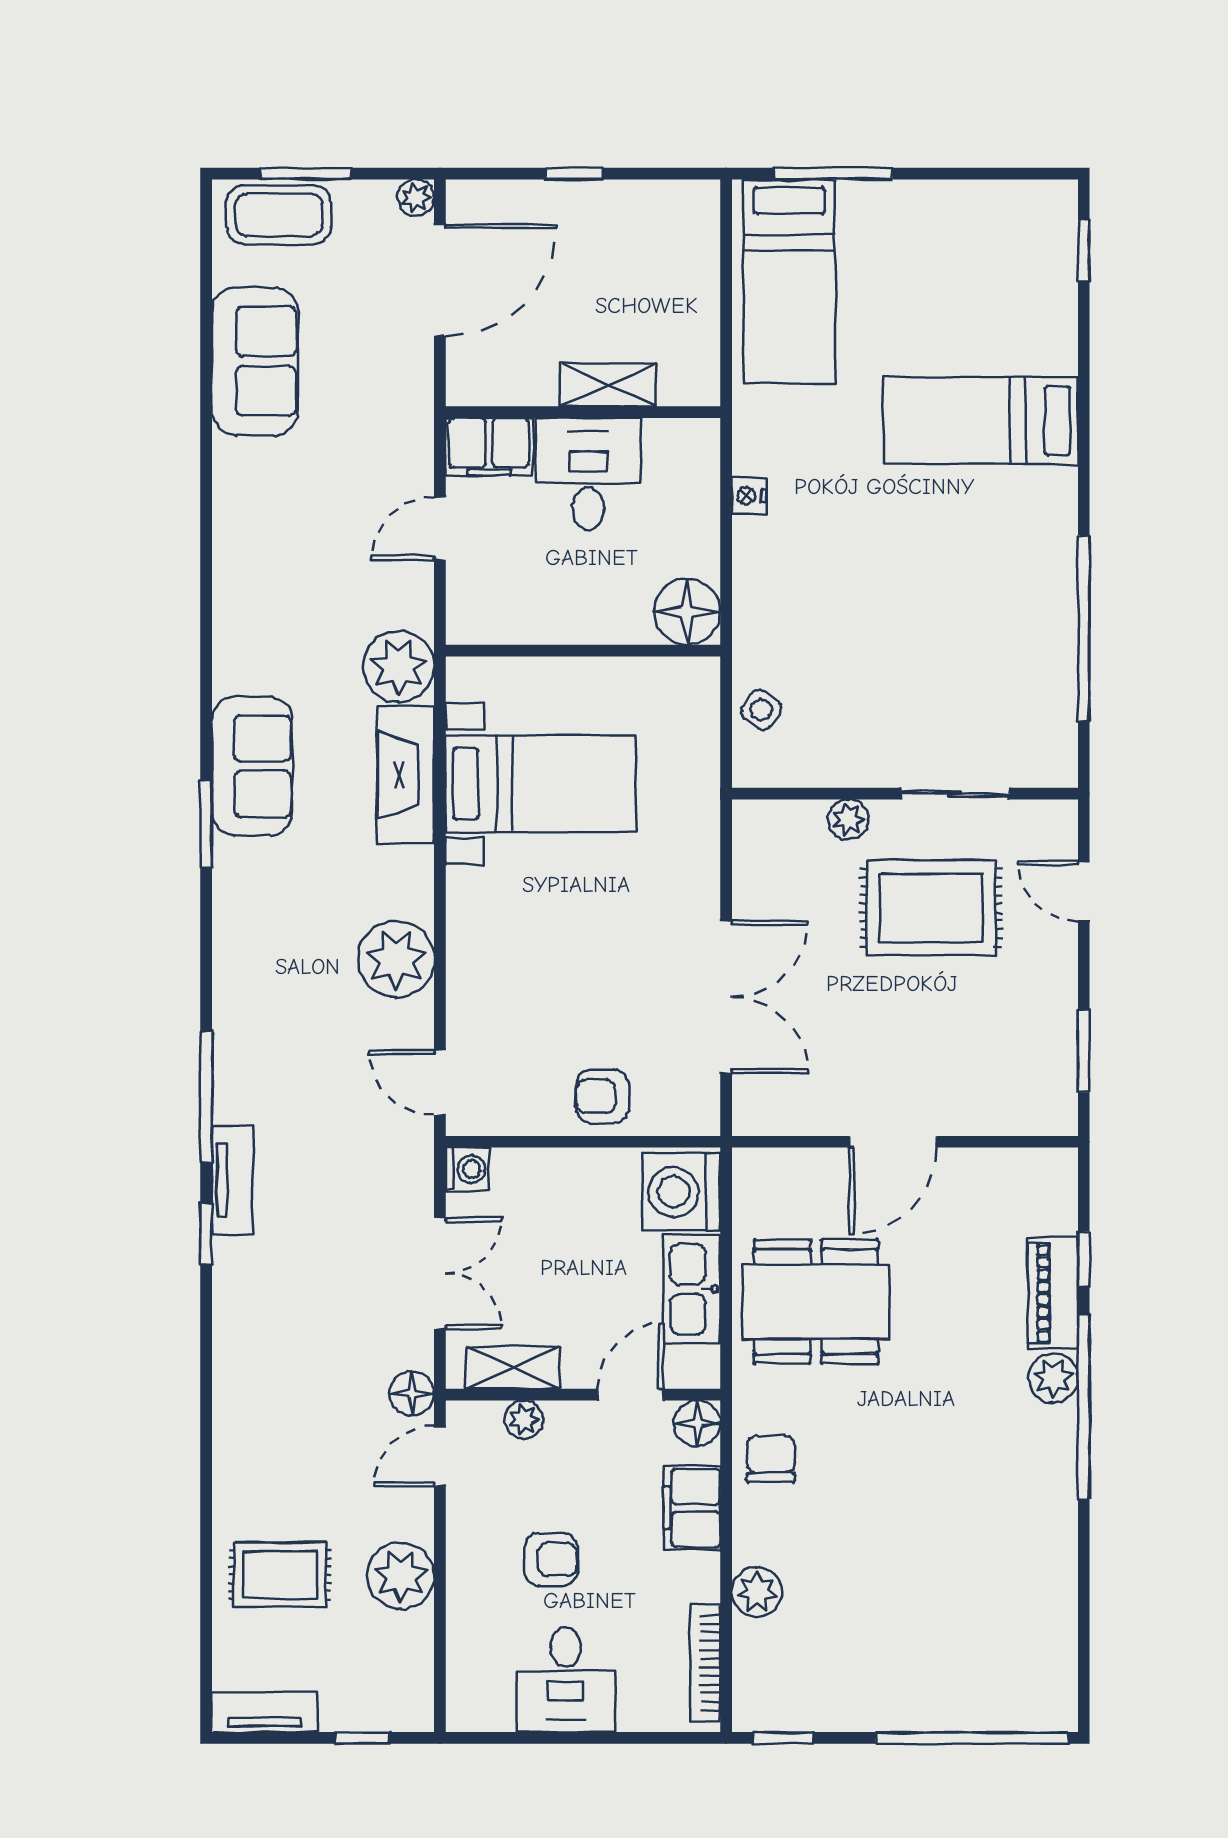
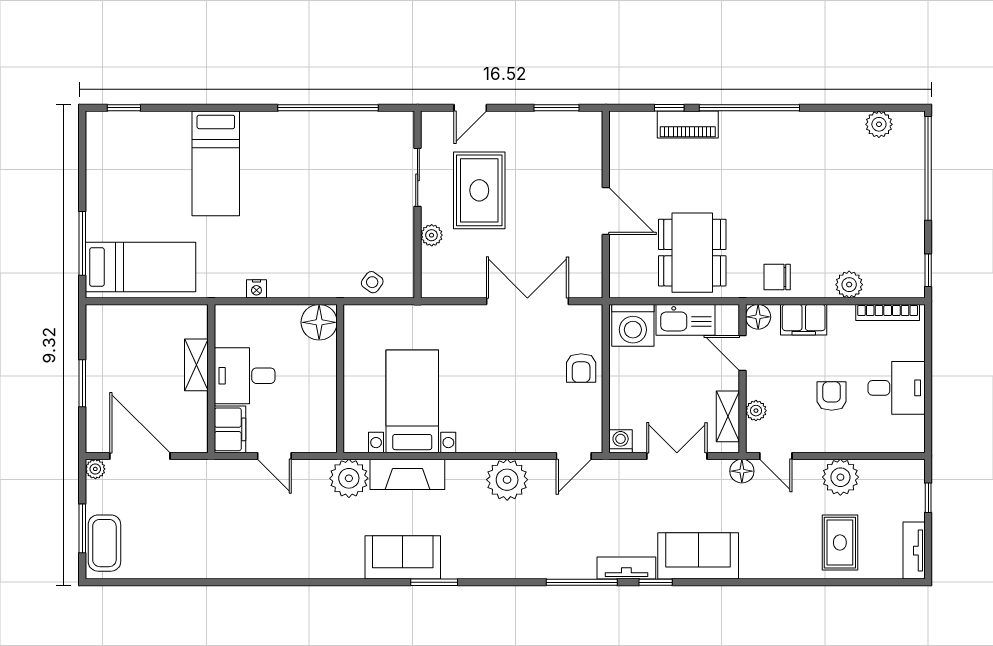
window: (574, 174) -> (82, 383), width x1.50
sofa: (255, 361) -> (698, 556), moved
plant: (1053, 1378) -> (879, 124), moved

